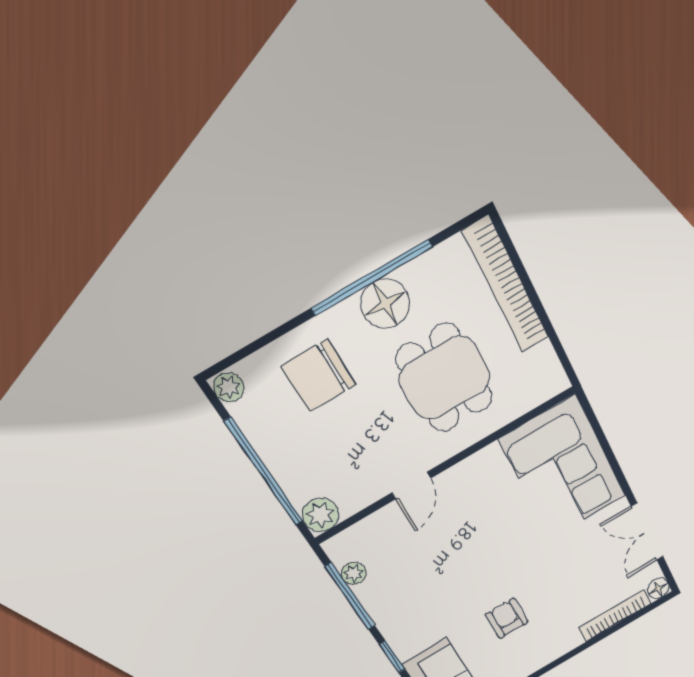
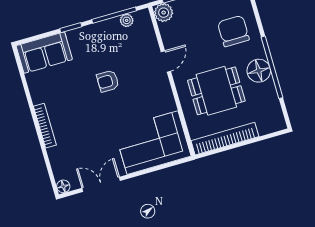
bookcase: (506, 285) -> (225, 139), moved
door: (411, 486) -> (166, 61), swing flipped
bookcase: (615, 616) -> (45, 126), moved
armchair: (507, 618) -> (108, 81), moved, turned 180

